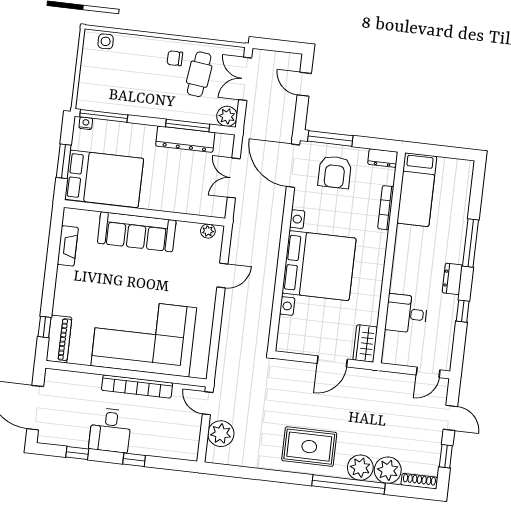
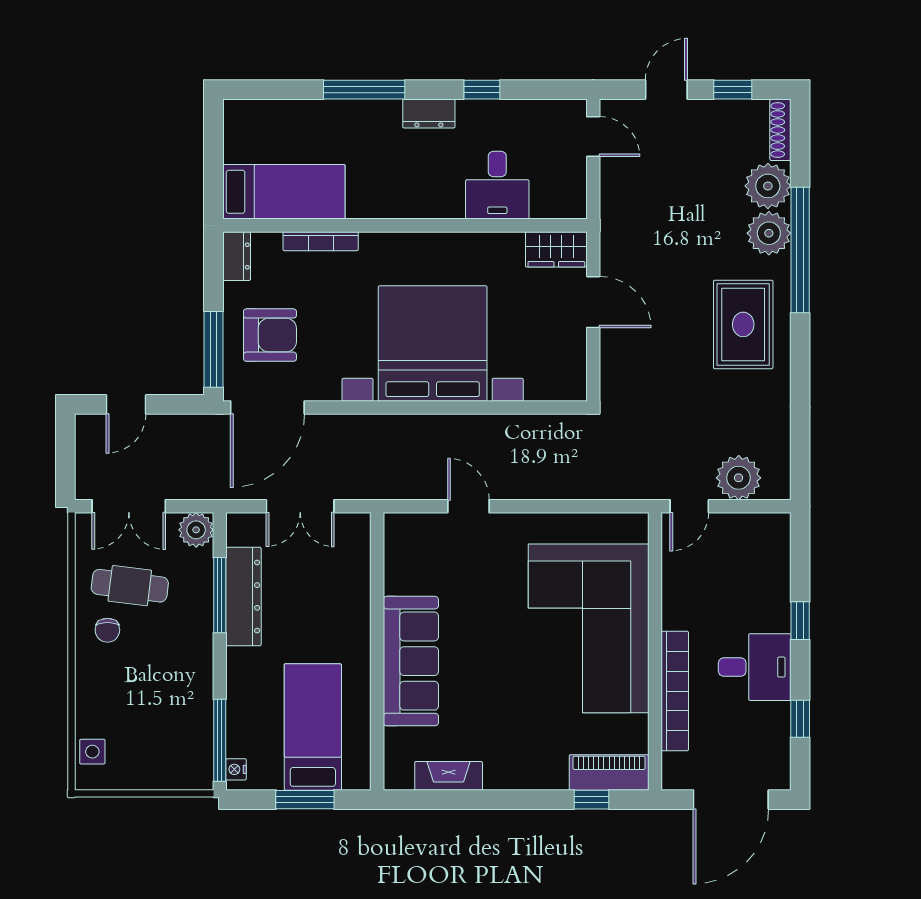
bed: (104, 179) -> (313, 727), width x0.67
plant: (208, 231) -> (396, 540), removed
bookcase: (137, 387) -> (675, 691), moved

